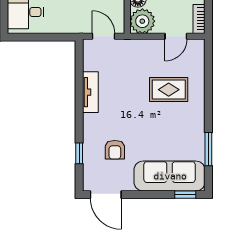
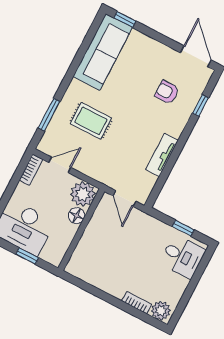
window: (38, 37) -> (183, 228), added
window: (208, 149) -> (49, 115), moved
armchair: (115, 150) -> (167, 92), turned -90
sofa: (170, 176) -> (103, 52), moved, turned -90

